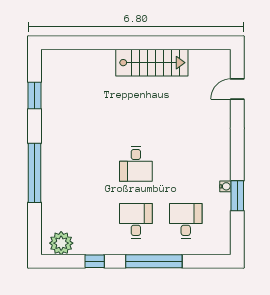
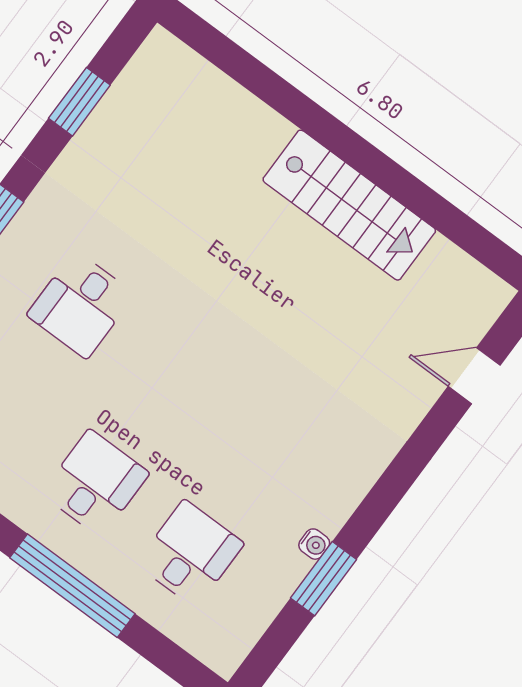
desk: (136, 164) -> (81, 305), moved

